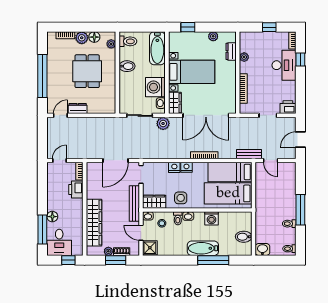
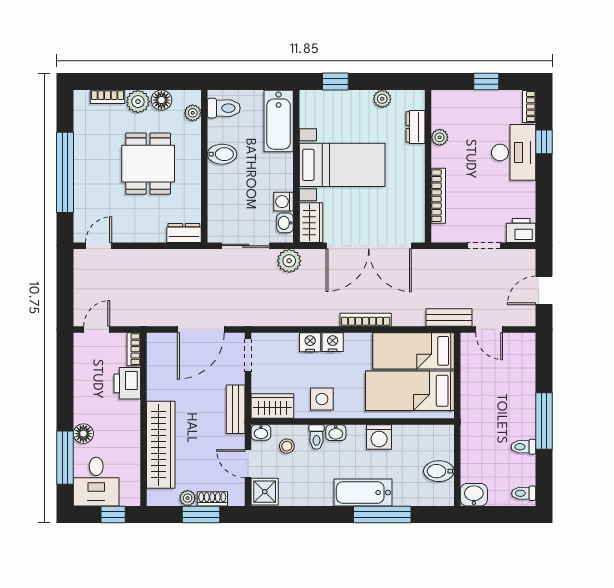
washing machine: (155, 87) -> (284, 202), width x0.53, depth x0.53
dresser: (78, 109) -> (184, 233), moved
bench: (134, 203) -> (236, 409), width x0.73

